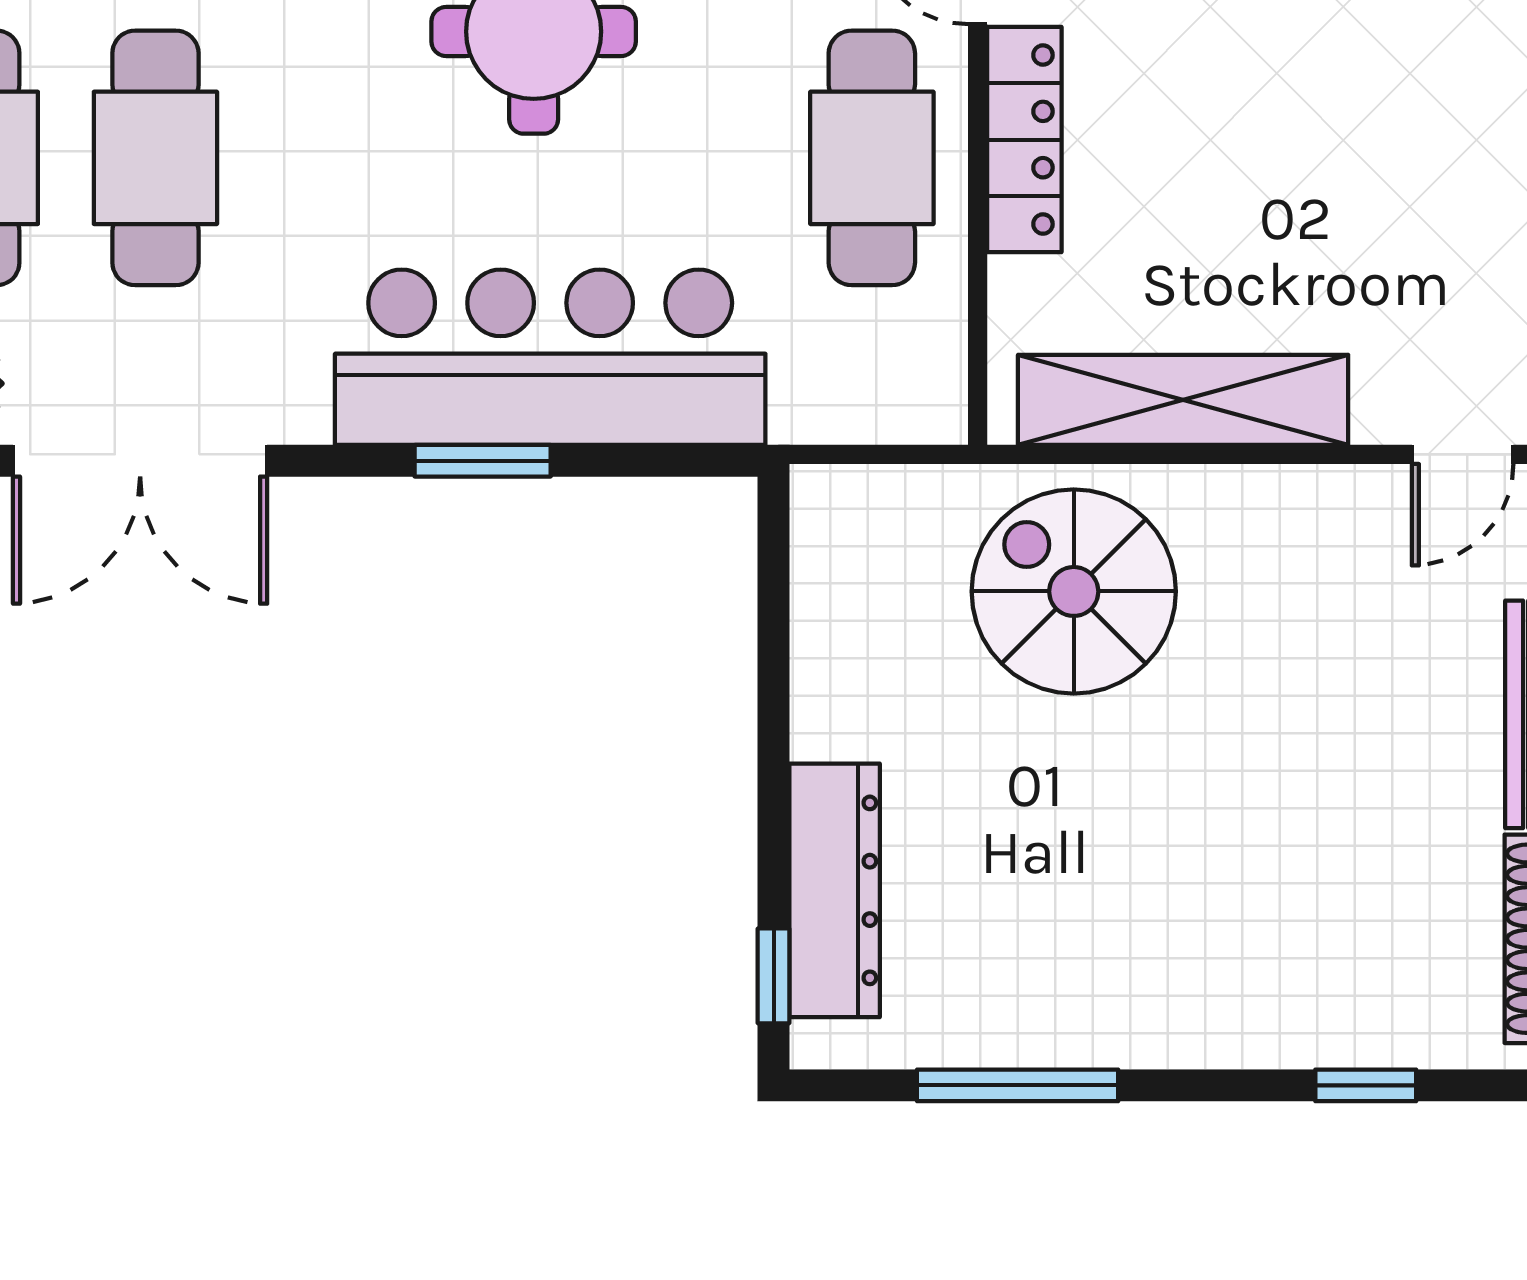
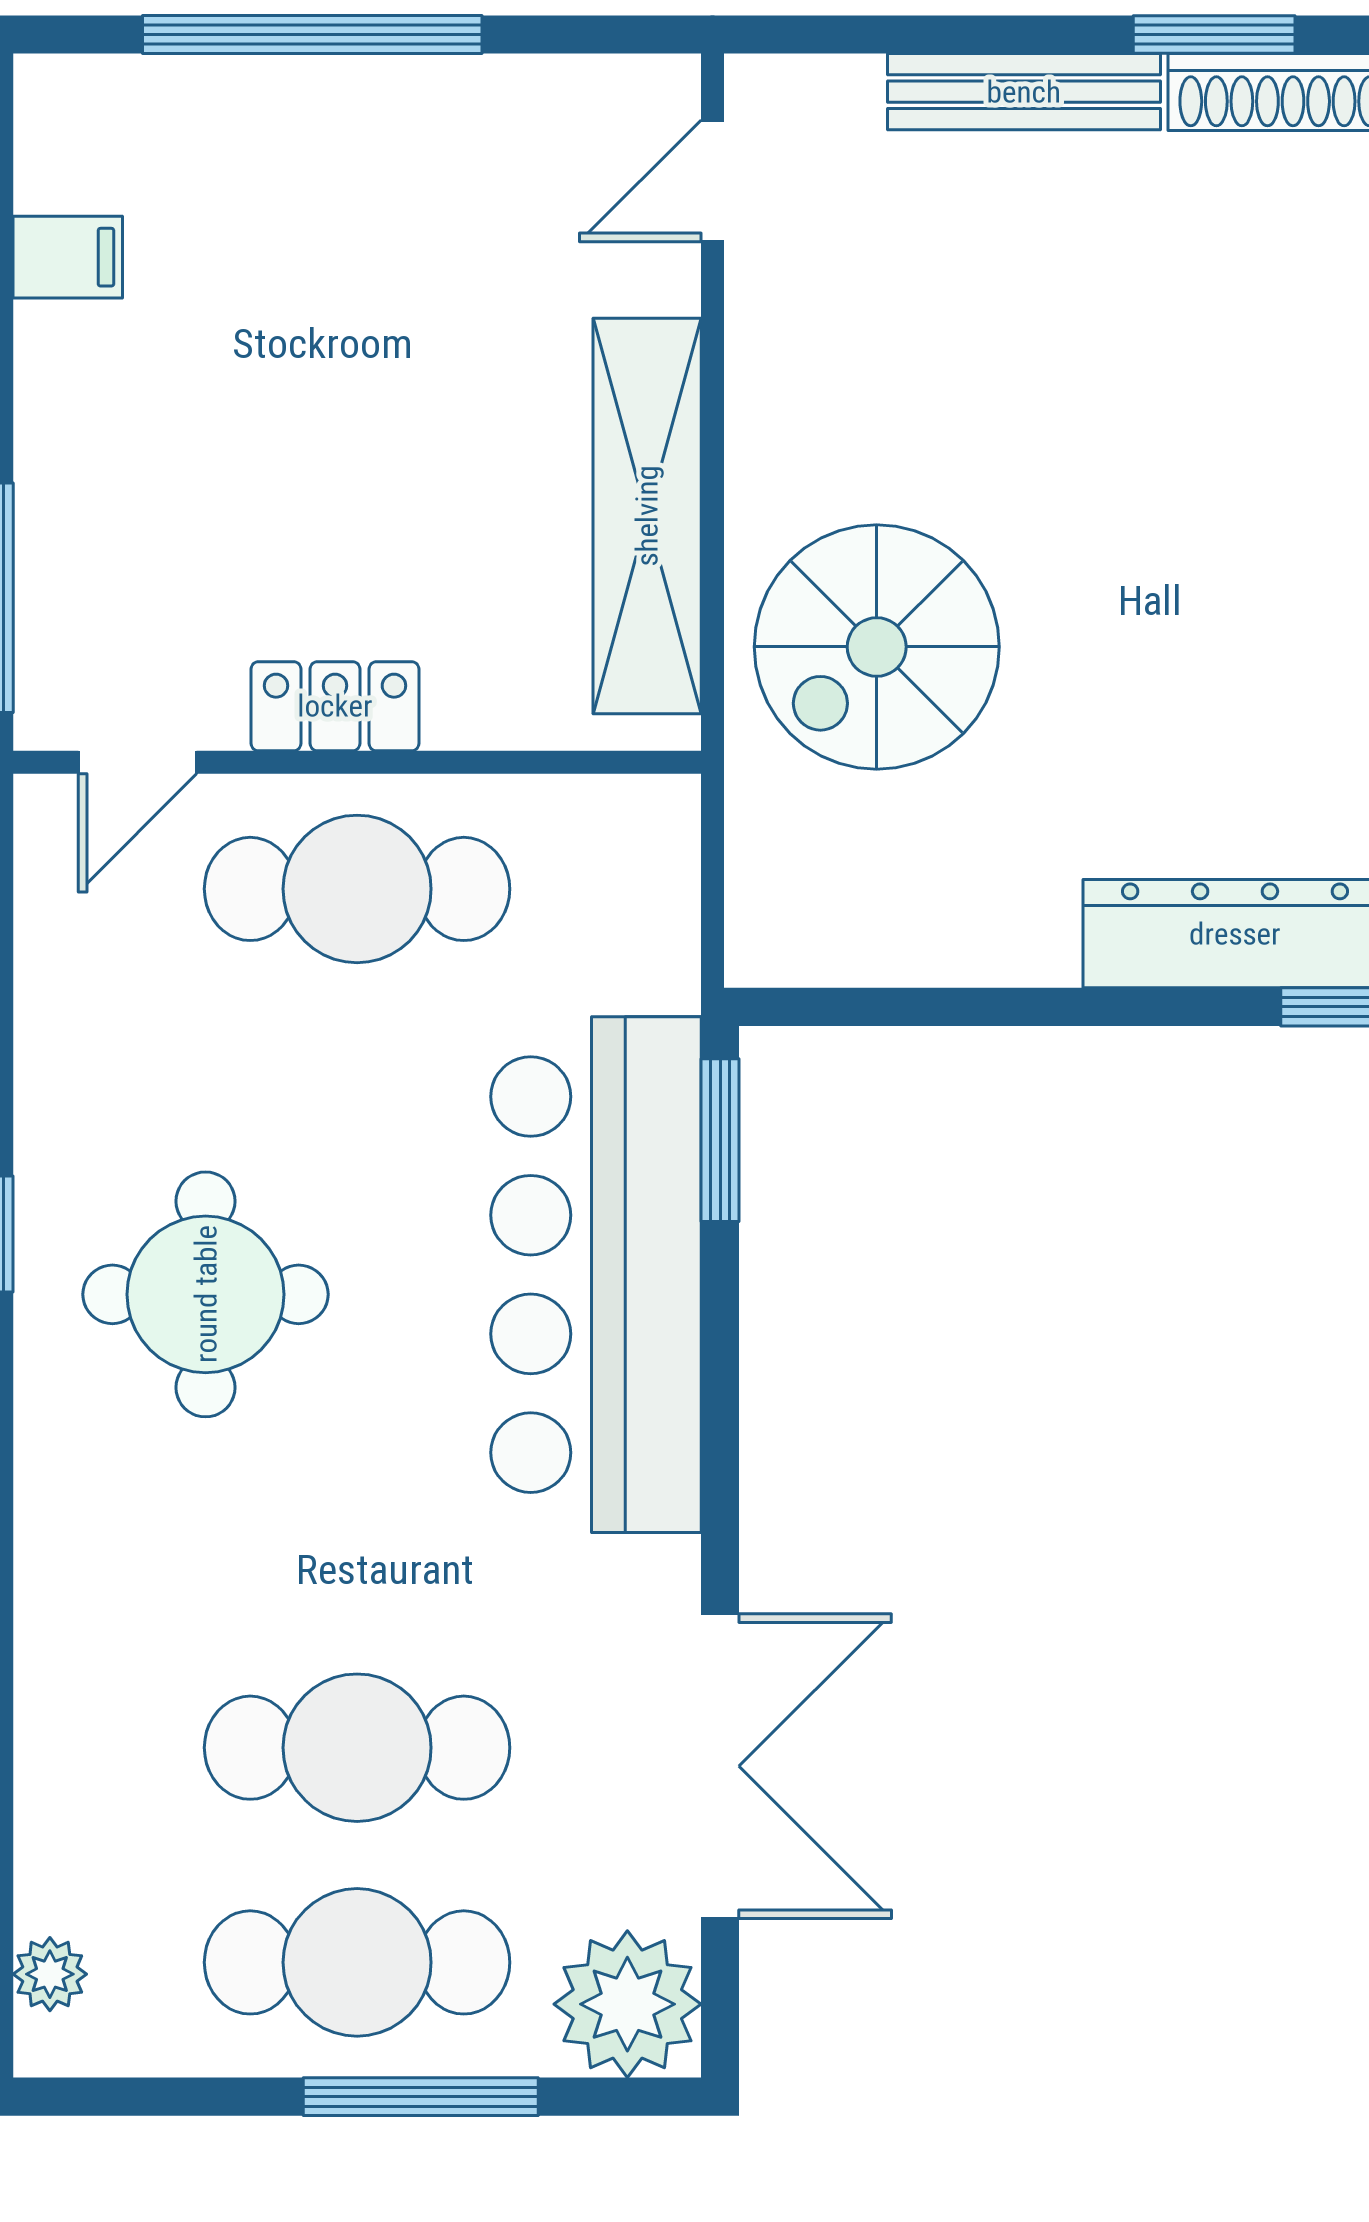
locker: (1024, 140) -> (335, 706), width x0.66
door: (1463, 454) -> (712, 181), swing flipped
window: (483, 461) -> (720, 1140), moved

